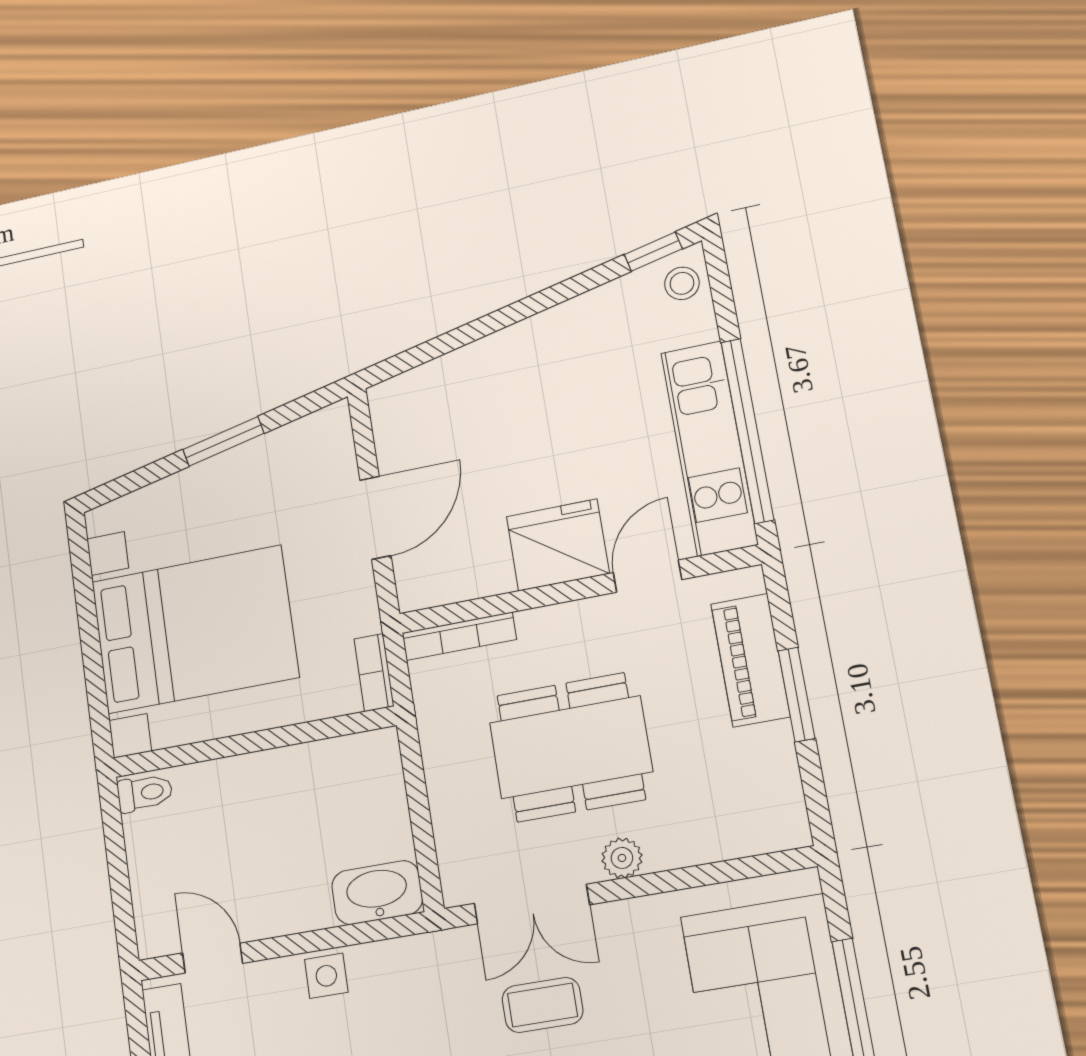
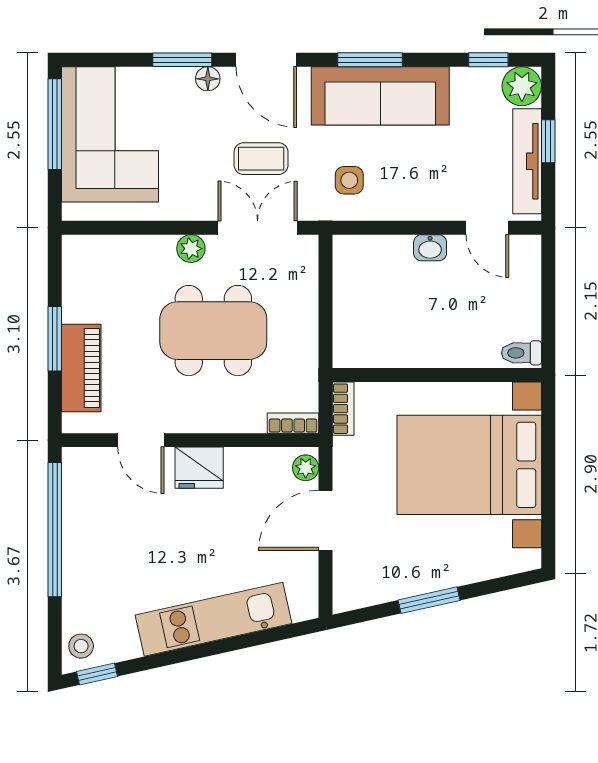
kitchen unit: (709, 448) -> (214, 619), moved, turned -103
fridge: (558, 545) -> (199, 468), width x0.73, depth x0.75
door: (647, 576) -> (141, 440), hinge flipped
plant: (413, 583) -> (306, 468), added
bookcase: (459, 636) -> (293, 423), width x0.64
washbasin: (377, 893) -> (430, 248), moved, width x0.52, depth x0.69
side table: (326, 976) -> (349, 180), moved

